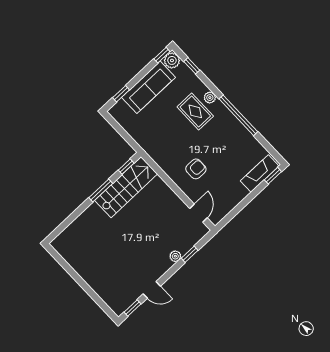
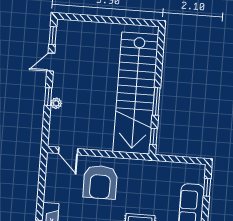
armchair: (196, 169) -> (100, 182), width x1.88, depth x1.88
stairs: (126, 187) -> (136, 93), width x1.86, depth x1.51
window: (190, 254) -> (48, 97), moved

